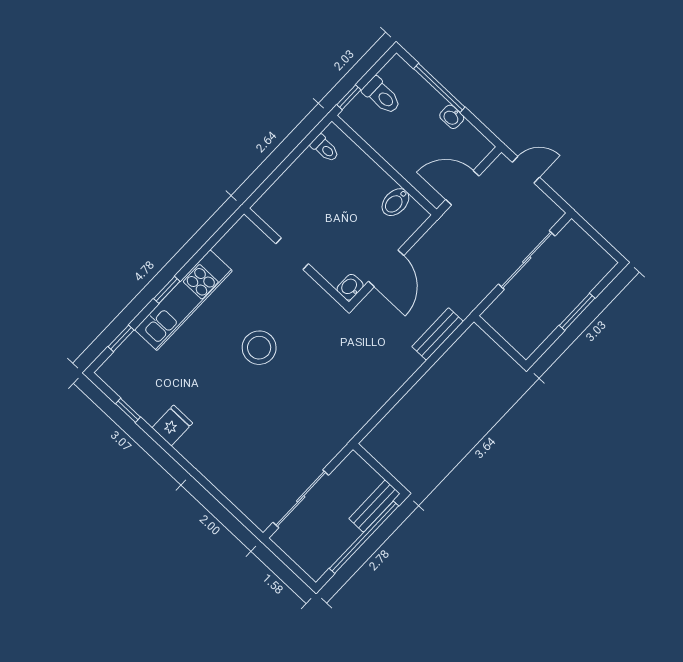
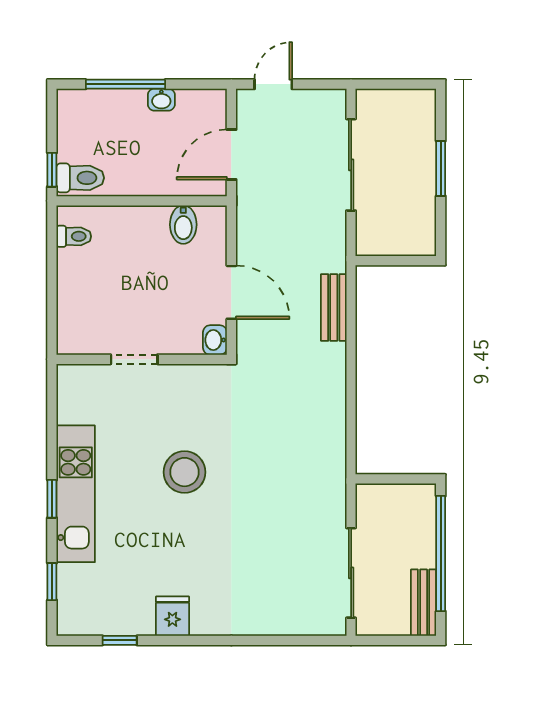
toilet: (382, 96) -> (80, 178), moved
bench: (374, 506) -> (424, 603), moved

